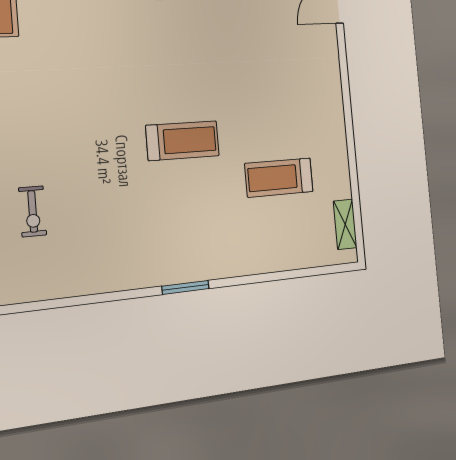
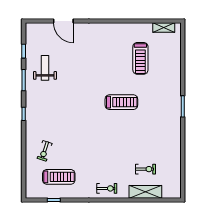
treadmill: (183, 141) -> (121, 102), turned 90

